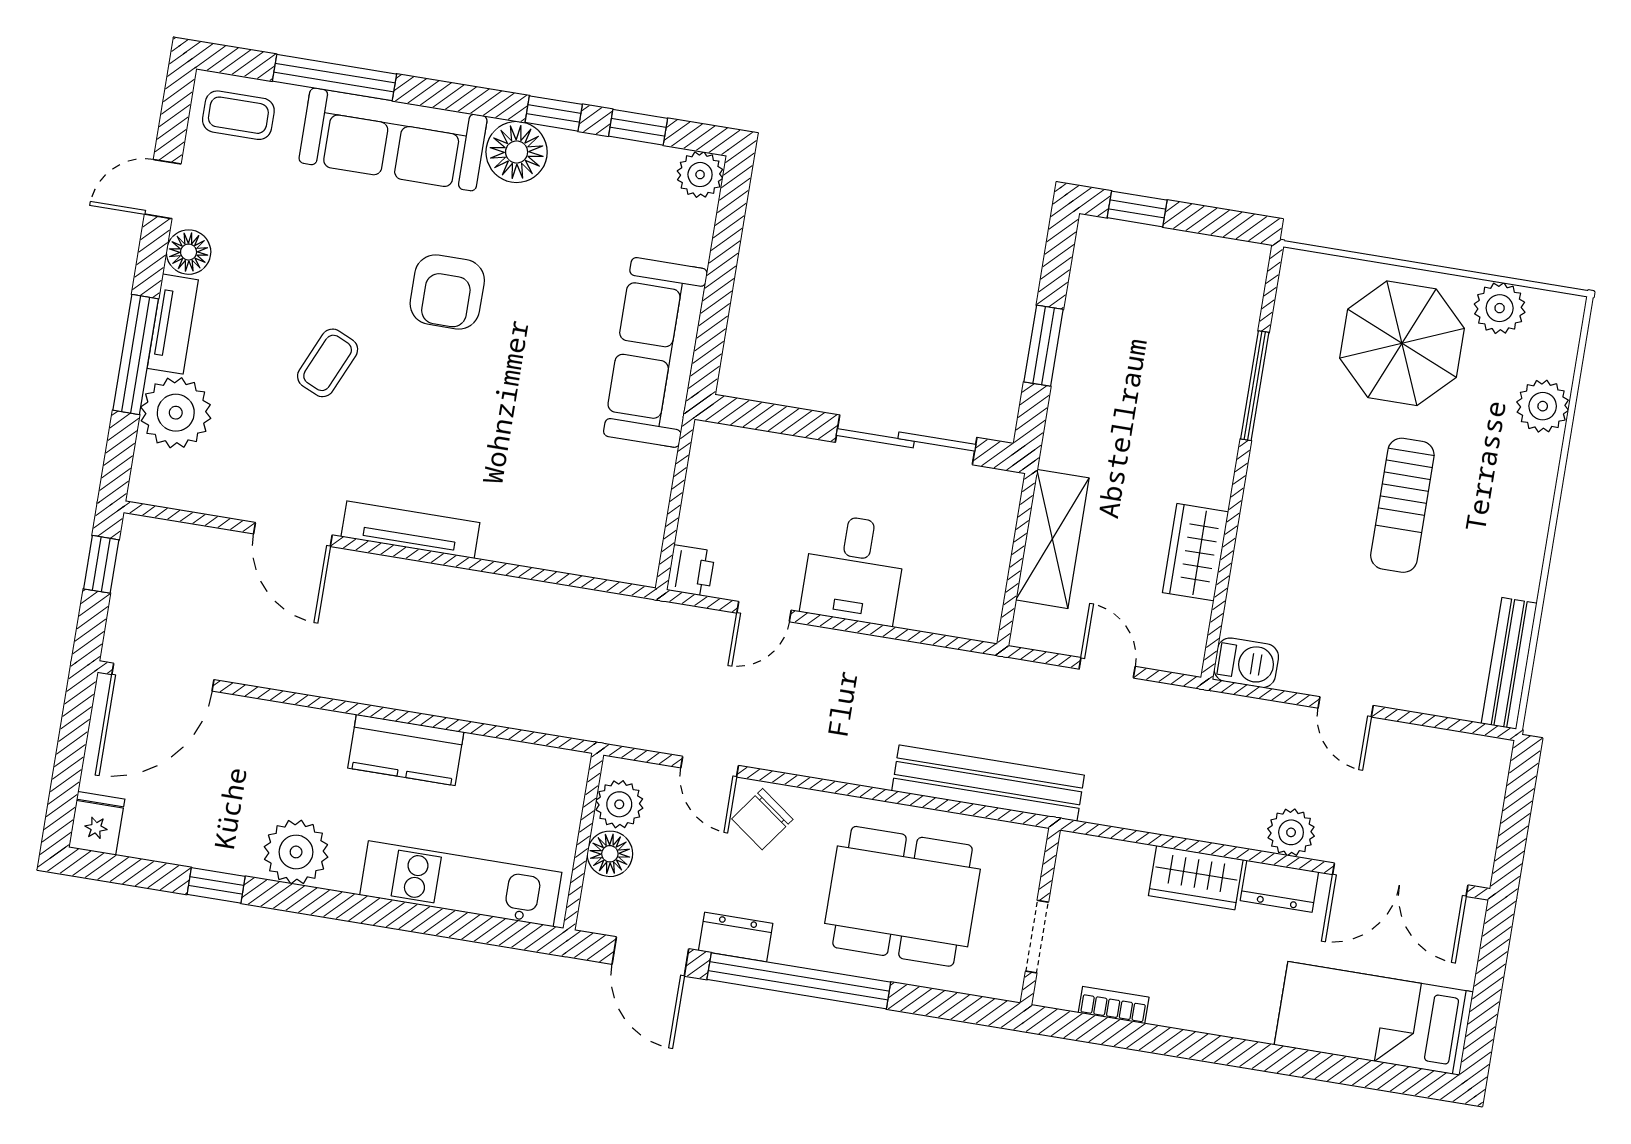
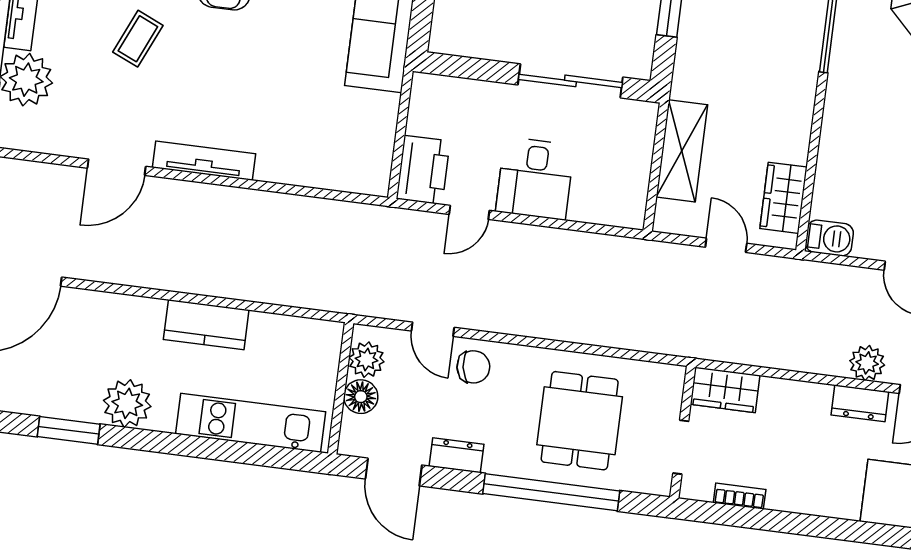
door: (293, 534) -> (117, 167), hinge flipped
wardrobe: (1195, 552) -> (783, 198), moved
printer: (691, 571) -> (423, 170), width x1.87, depth x1.48
bench: (988, 783) -> (640, 334), removed
chair: (762, 819) -> (473, 367), turned -135
wardrobe: (1196, 878) -> (725, 390), moved
window: (216, 885) -> (69, 430), width x1.50
dining table: (902, 896) -> (580, 421), width x0.73
window: (799, 981) -> (551, 492), moved

